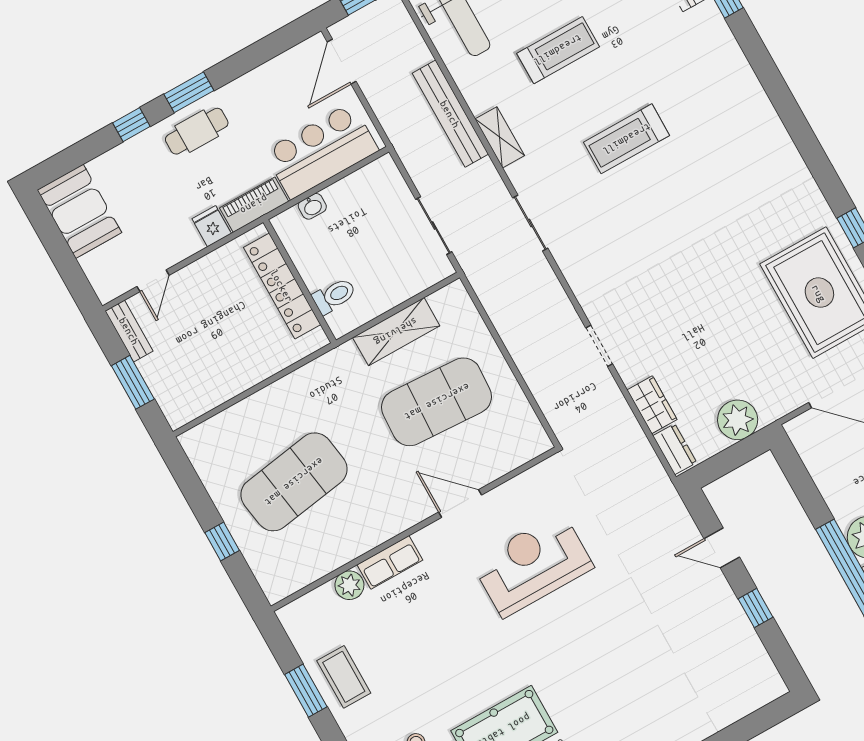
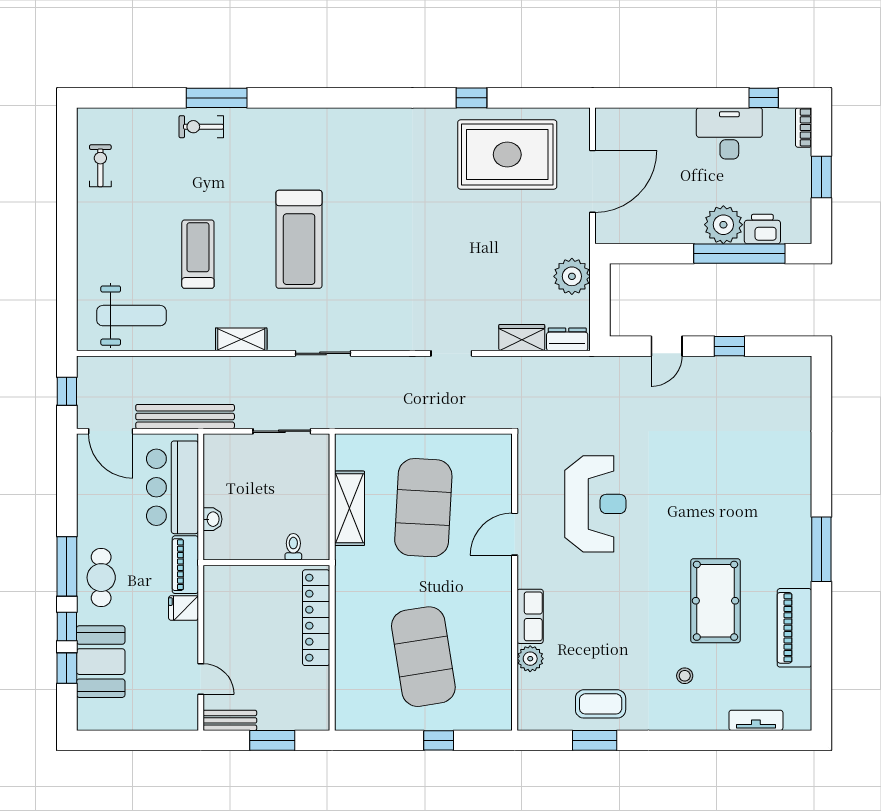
window: (189, 92) -> (67, 566), width x1.44
bench: (450, 114) -> (185, 417), moved
treadmill: (627, 139) -> (299, 239), width x1.37, depth x1.38
window: (92, 147) -> (67, 668), added
booth: (79, 211) -> (101, 662), moved, turned 90
locker: (282, 286) -> (316, 618), moved, turned 90
toilet: (334, 296) -> (293, 547), width x0.73, depth x0.72
reception desk: (532, 564) -> (595, 504), turned 180

